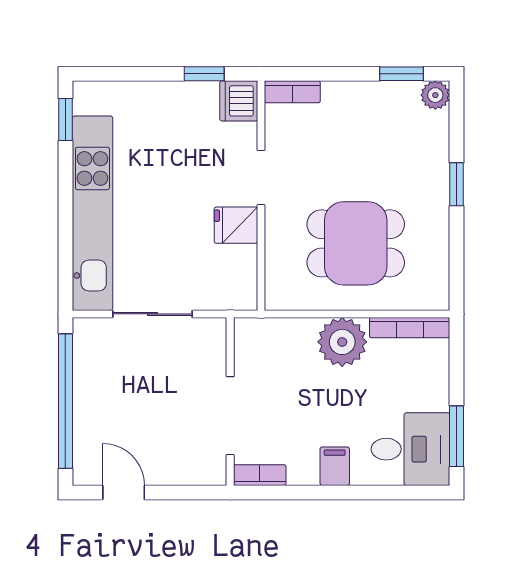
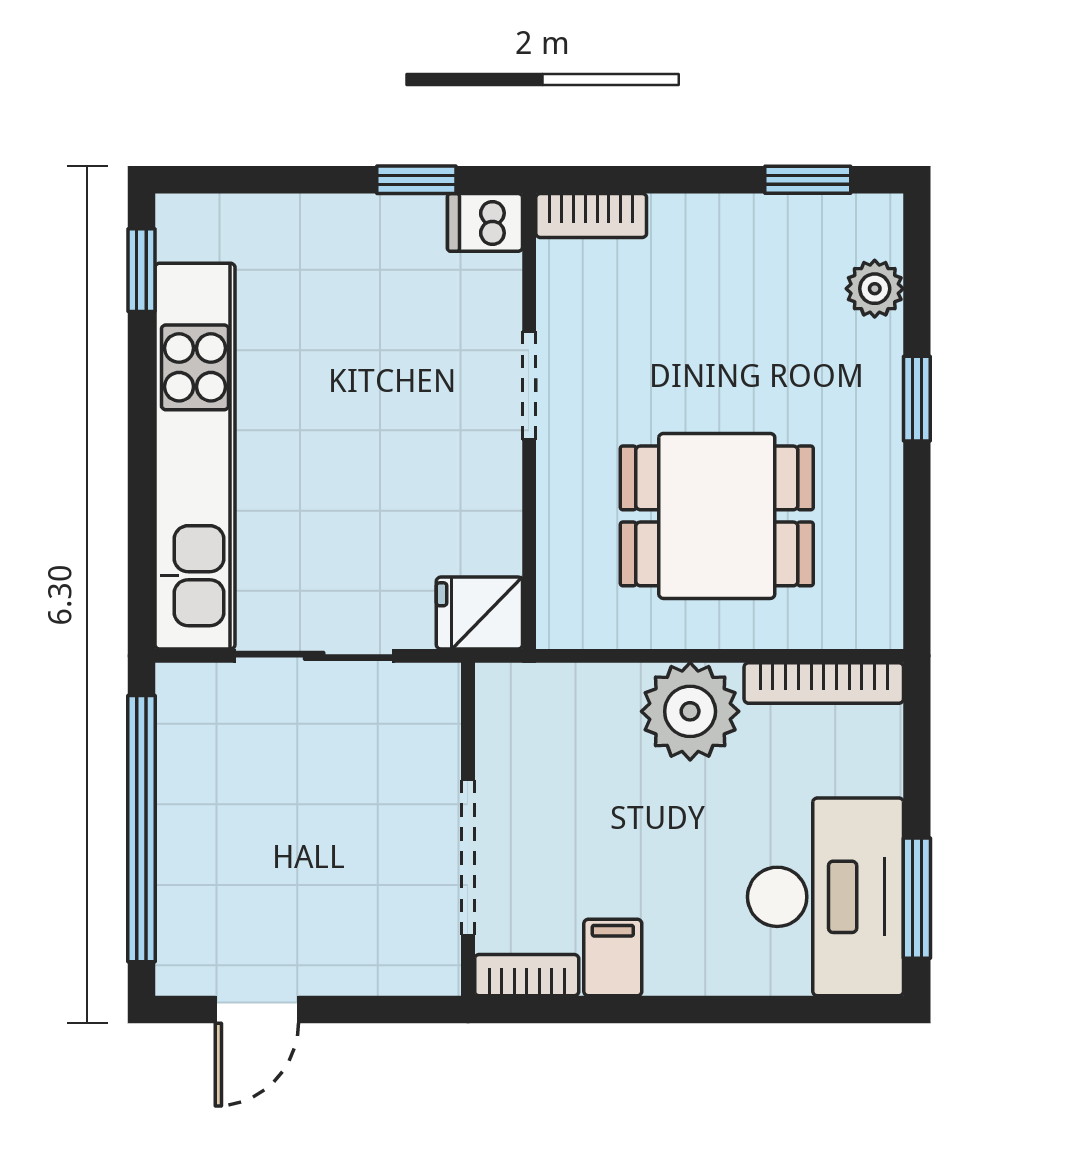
plant: (435, 95) -> (875, 289), moved
dishwasher: (239, 101) -> (485, 222), width x0.73
fridge: (236, 225) -> (479, 613), moved
desk: (410, 449) -> (825, 897), width x1.37
filing cabinet: (335, 466) -> (613, 958), moved
door: (124, 492) -> (257, 1010), swing flipped

